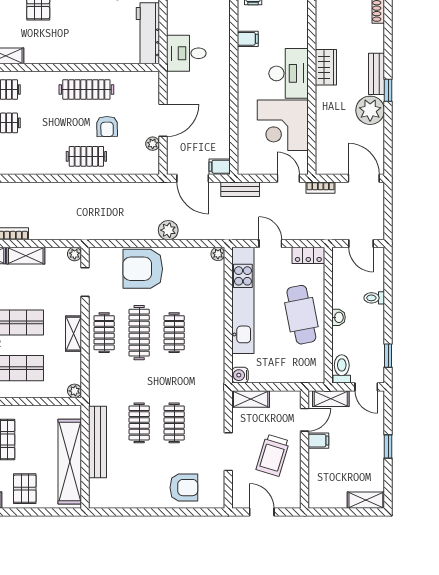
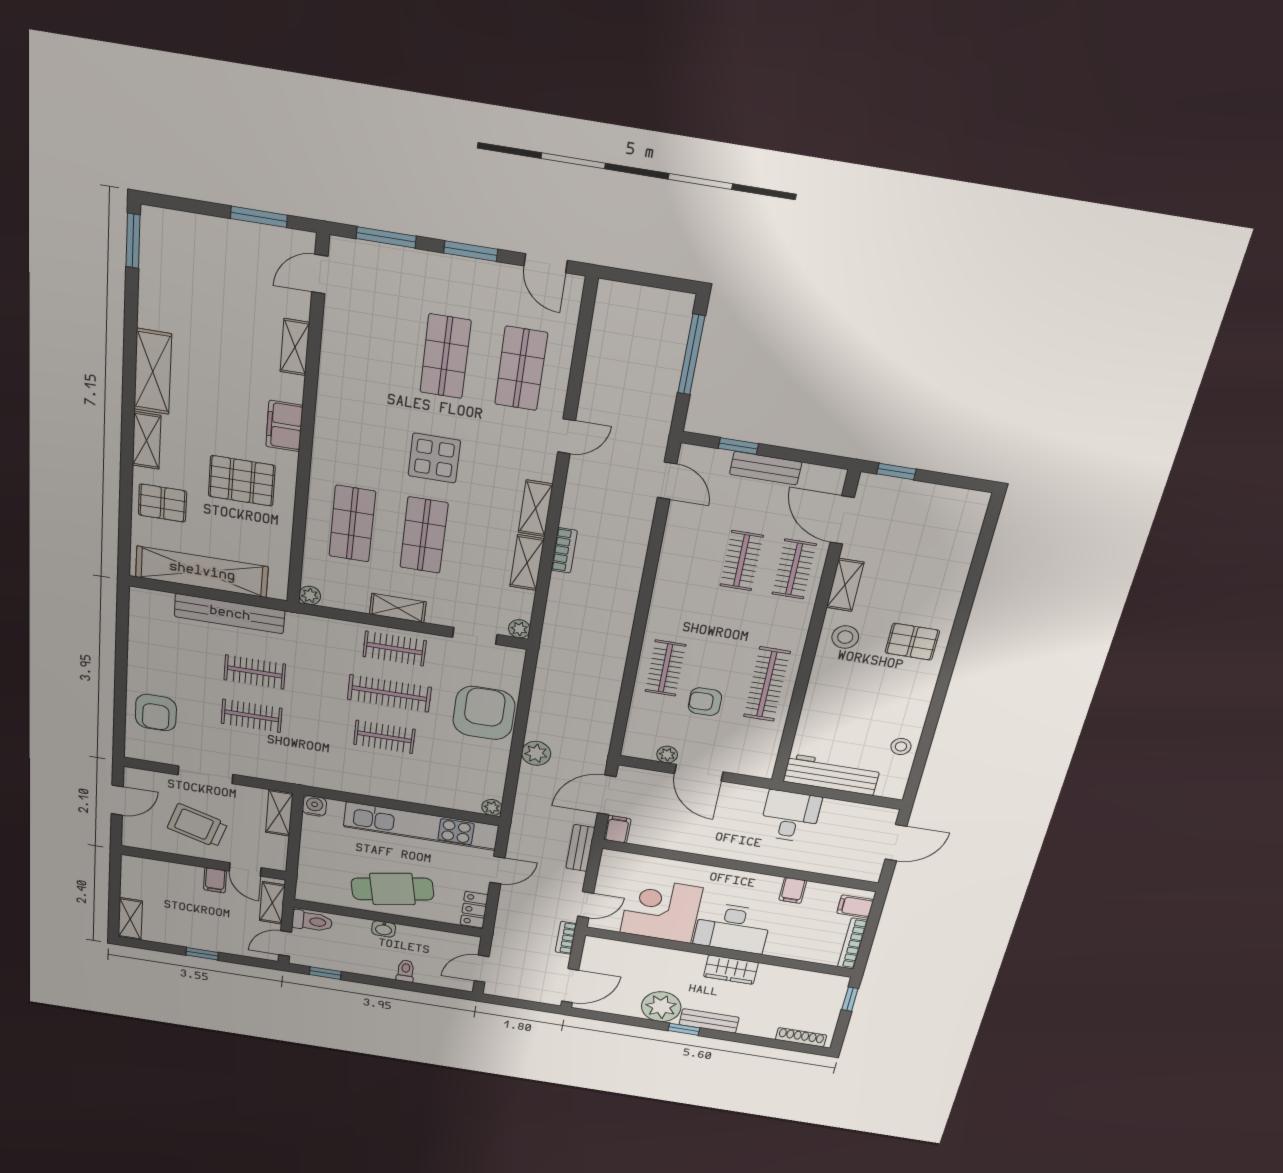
stool: (43, 48) -> (845, 637), added

